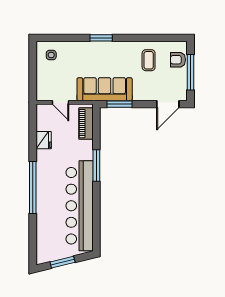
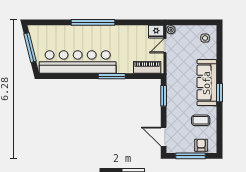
window: (101, 38) -> (219, 93), moved
sofa: (105, 89) -> (207, 83), moved, turned 180
plant: (41, 95) -> (171, 30), added
fridge: (44, 140) -> (156, 32), moved
window: (63, 262) -> (30, 48), width x1.44

